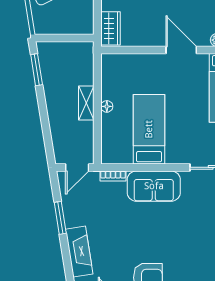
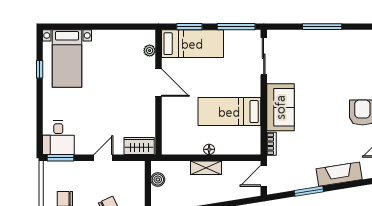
boiler: (73, 49) -> (158, 180), added
door: (181, 50) -> (158, 83), swing flipped
door: (77, 167) -> (264, 176), swing flipped

